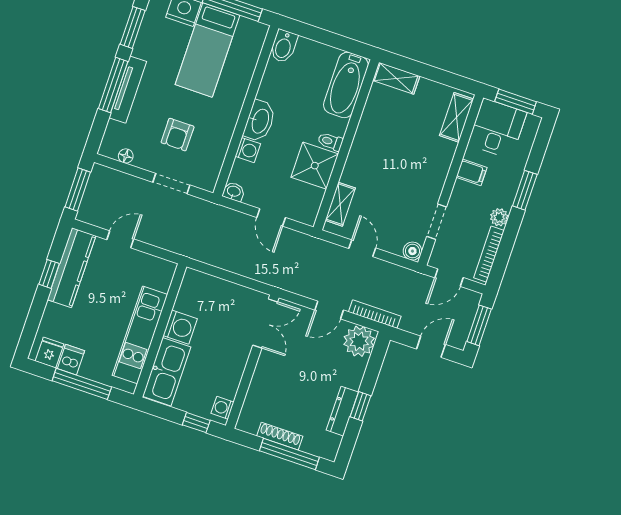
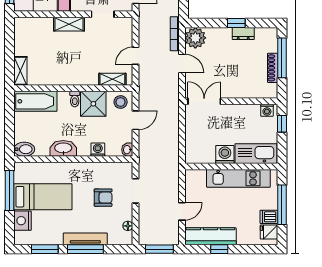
shelving: (456, 117) -> (69, 24), moved
washbasin: (260, 121) -> (63, 148), moved
stool: (304, 205) -> (121, 102), added
door: (120, 239) -> (182, 211), swing flipped
boiler: (412, 251) -> (127, 23), removed
dresser: (342, 411) -> (243, 33), width x0.70

